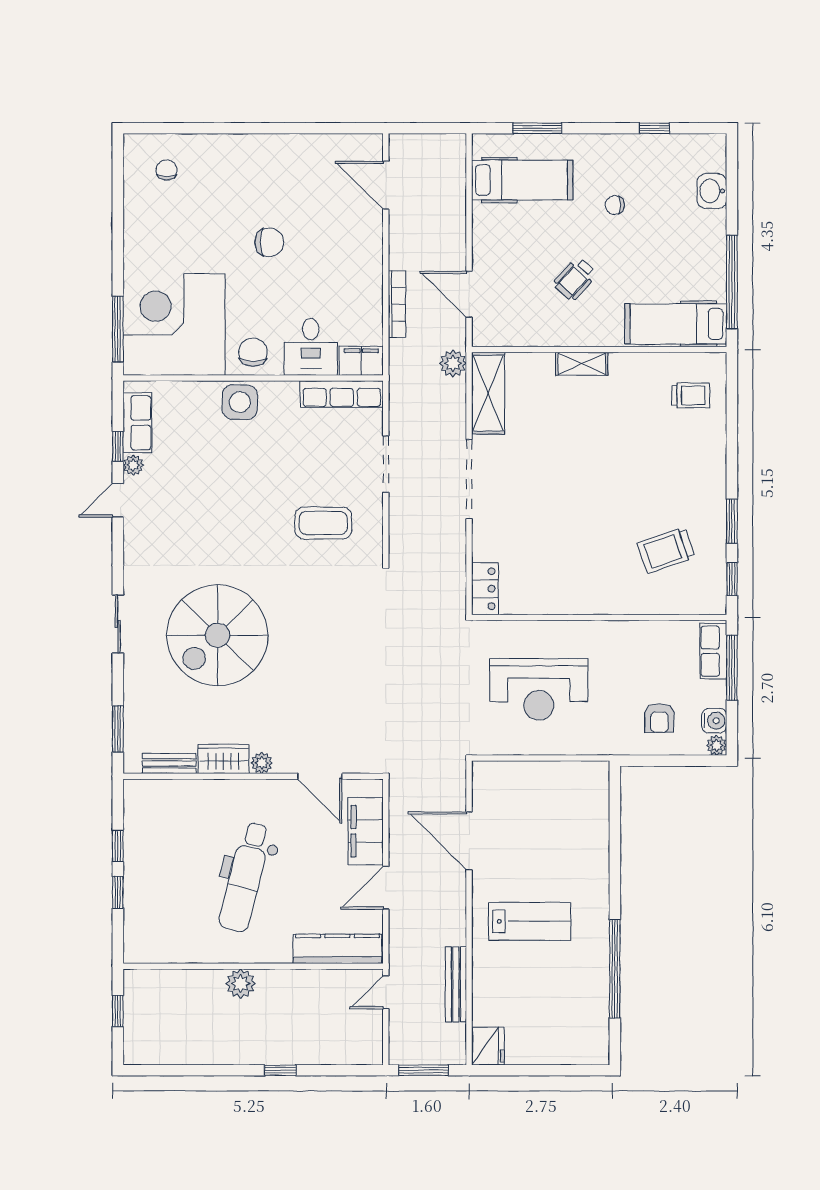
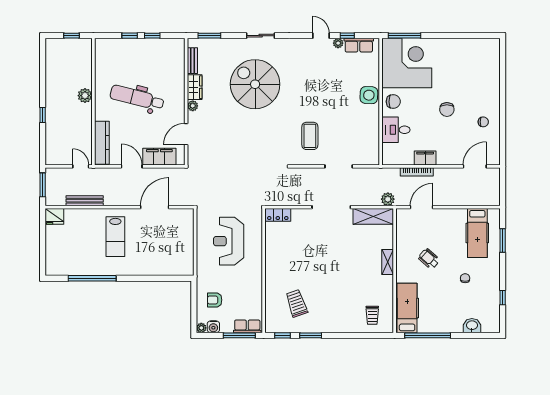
chair: (167, 170) -> (483, 122), moved
filing cabinet: (361, 361) -> (425, 158), moved, turned -90
row of seats: (342, 394) -> (373, 145), removed

